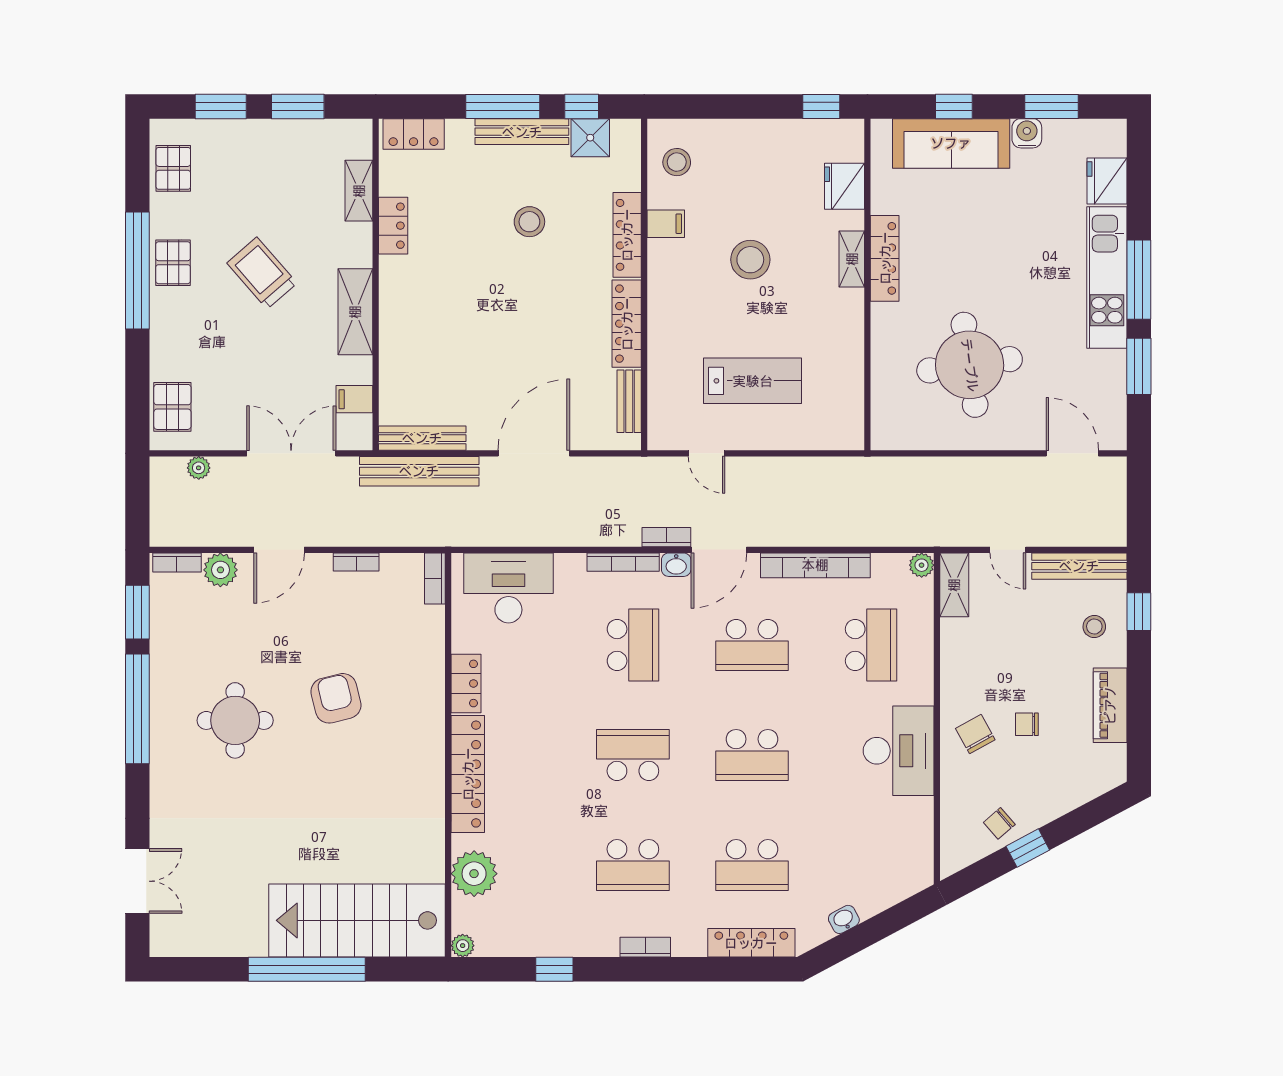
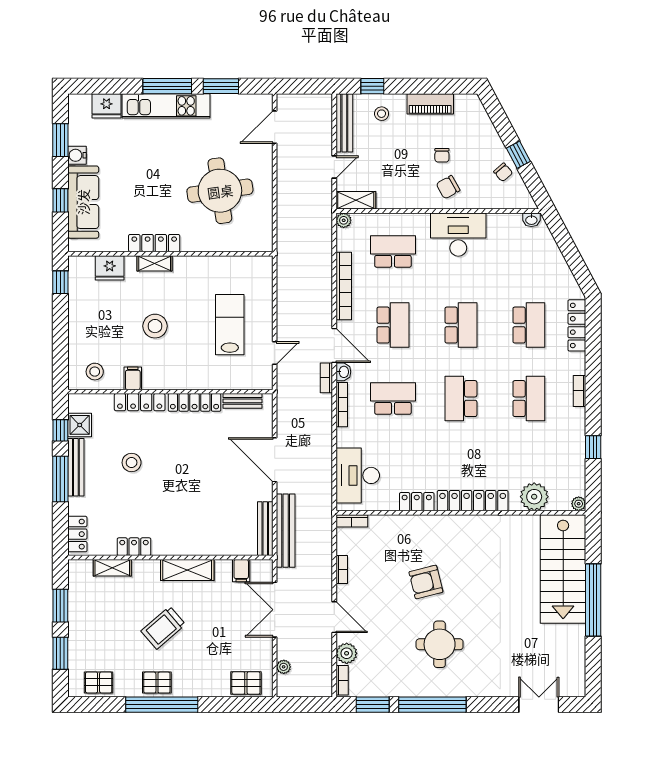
washbasin: (844, 919) -> (531, 220), moved, turned -62

